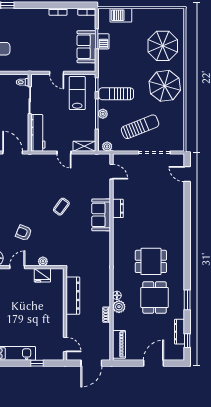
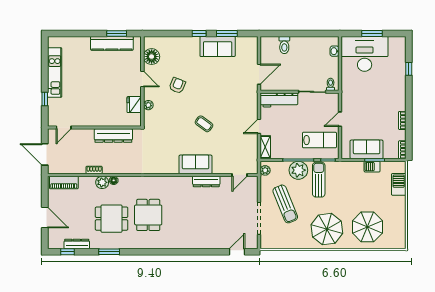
plant: (103, 114) -> (298, 170), width x1.87, depth x1.87
dresser: (118, 208) -> (206, 181), width x1.44

